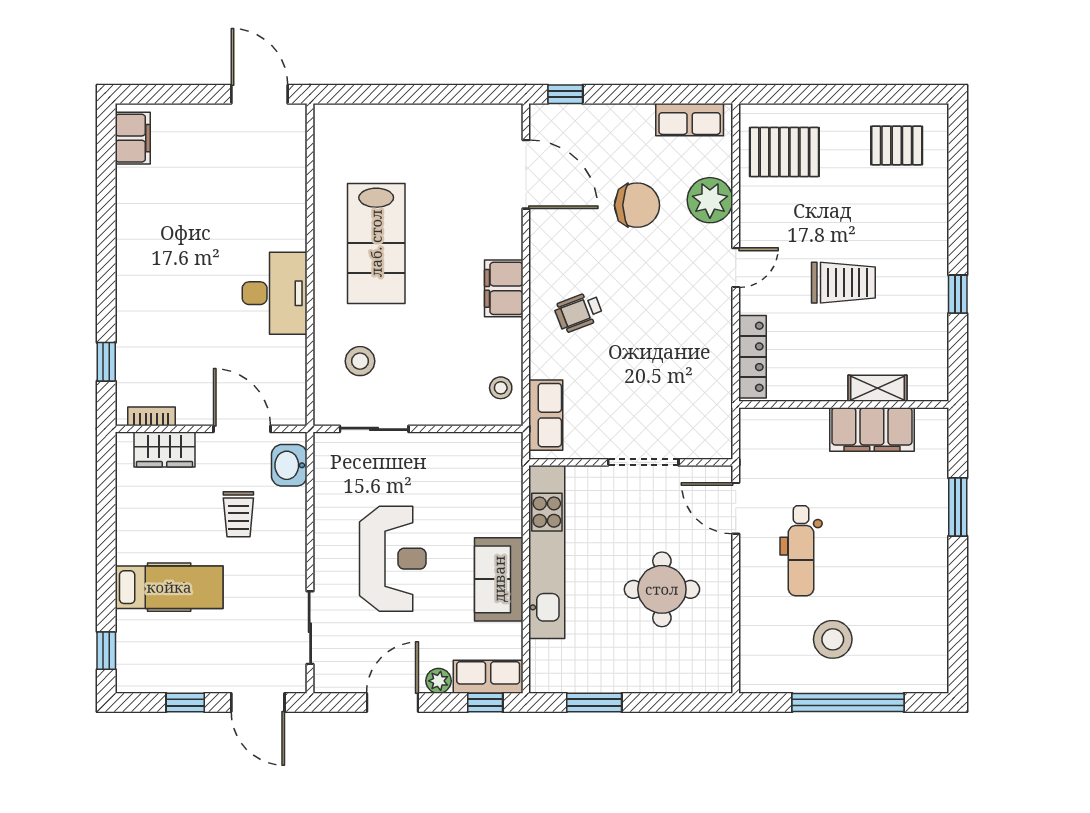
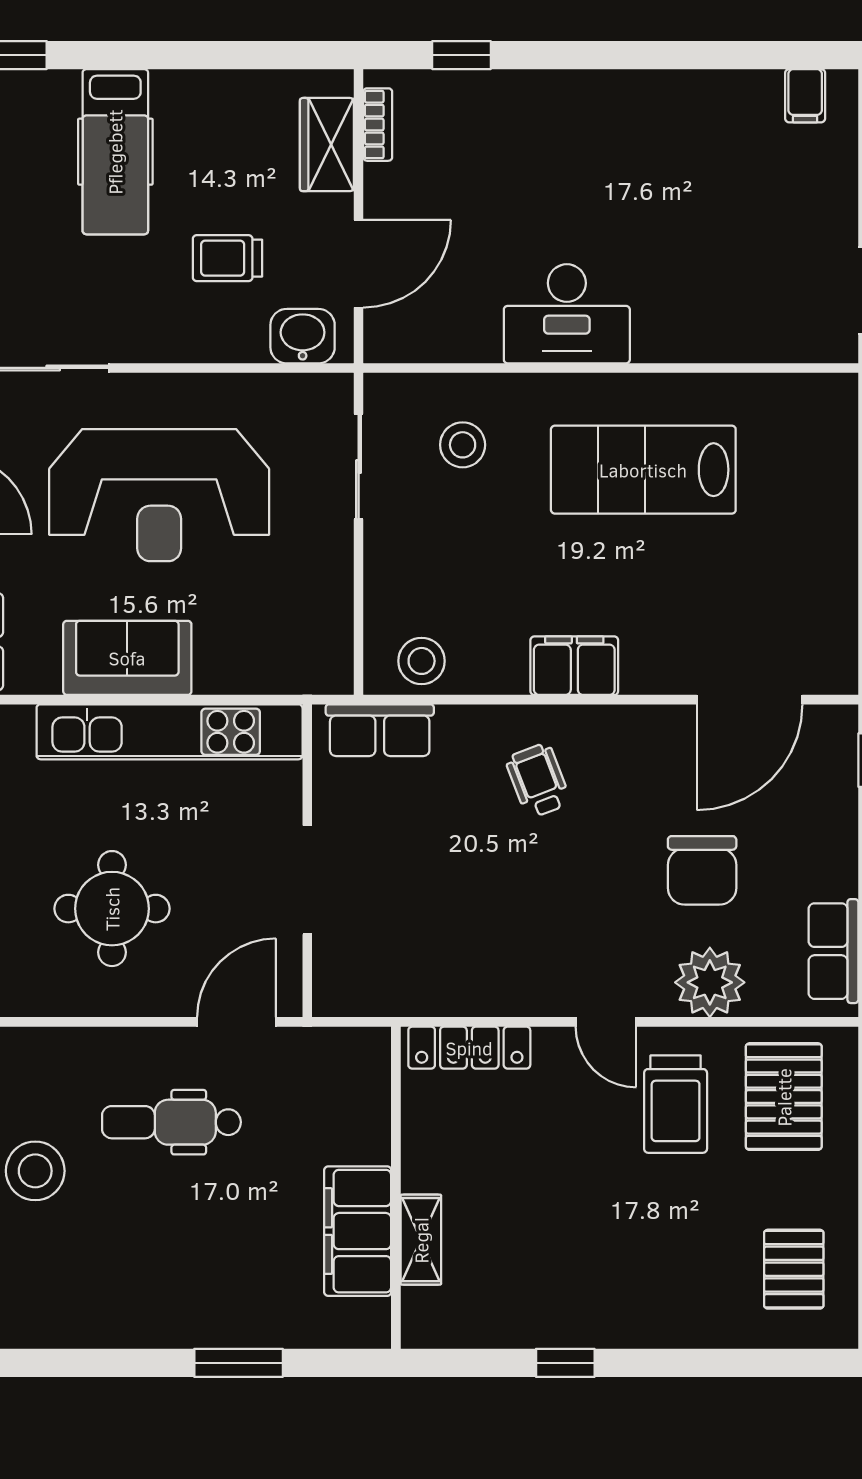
filing cabinet: (133, 138) -> (805, 96), width x0.50
trolley: (843, 283) -> (676, 1104), moved
stool: (501, 388) -> (422, 661), width x1.37, depth x1.37
reception desk: (393, 559) -> (159, 495), width x1.36, depth x1.30

